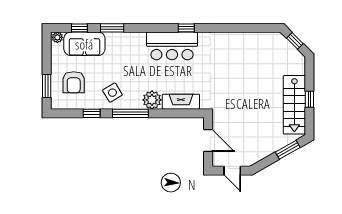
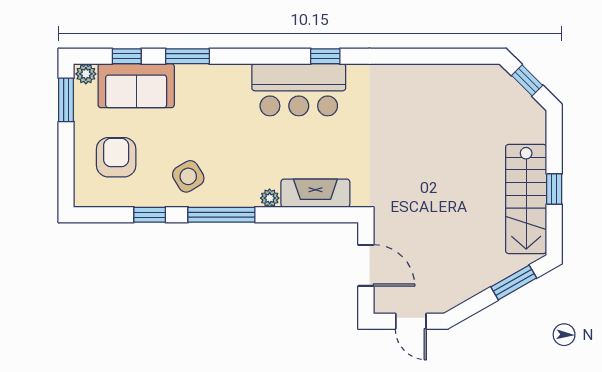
armchair: (74, 82) -> (116, 157), turned 180
window: (47, 86) -> (66, 100), moved
plant: (152, 100) -> (270, 198), width x0.53, depth x0.53

